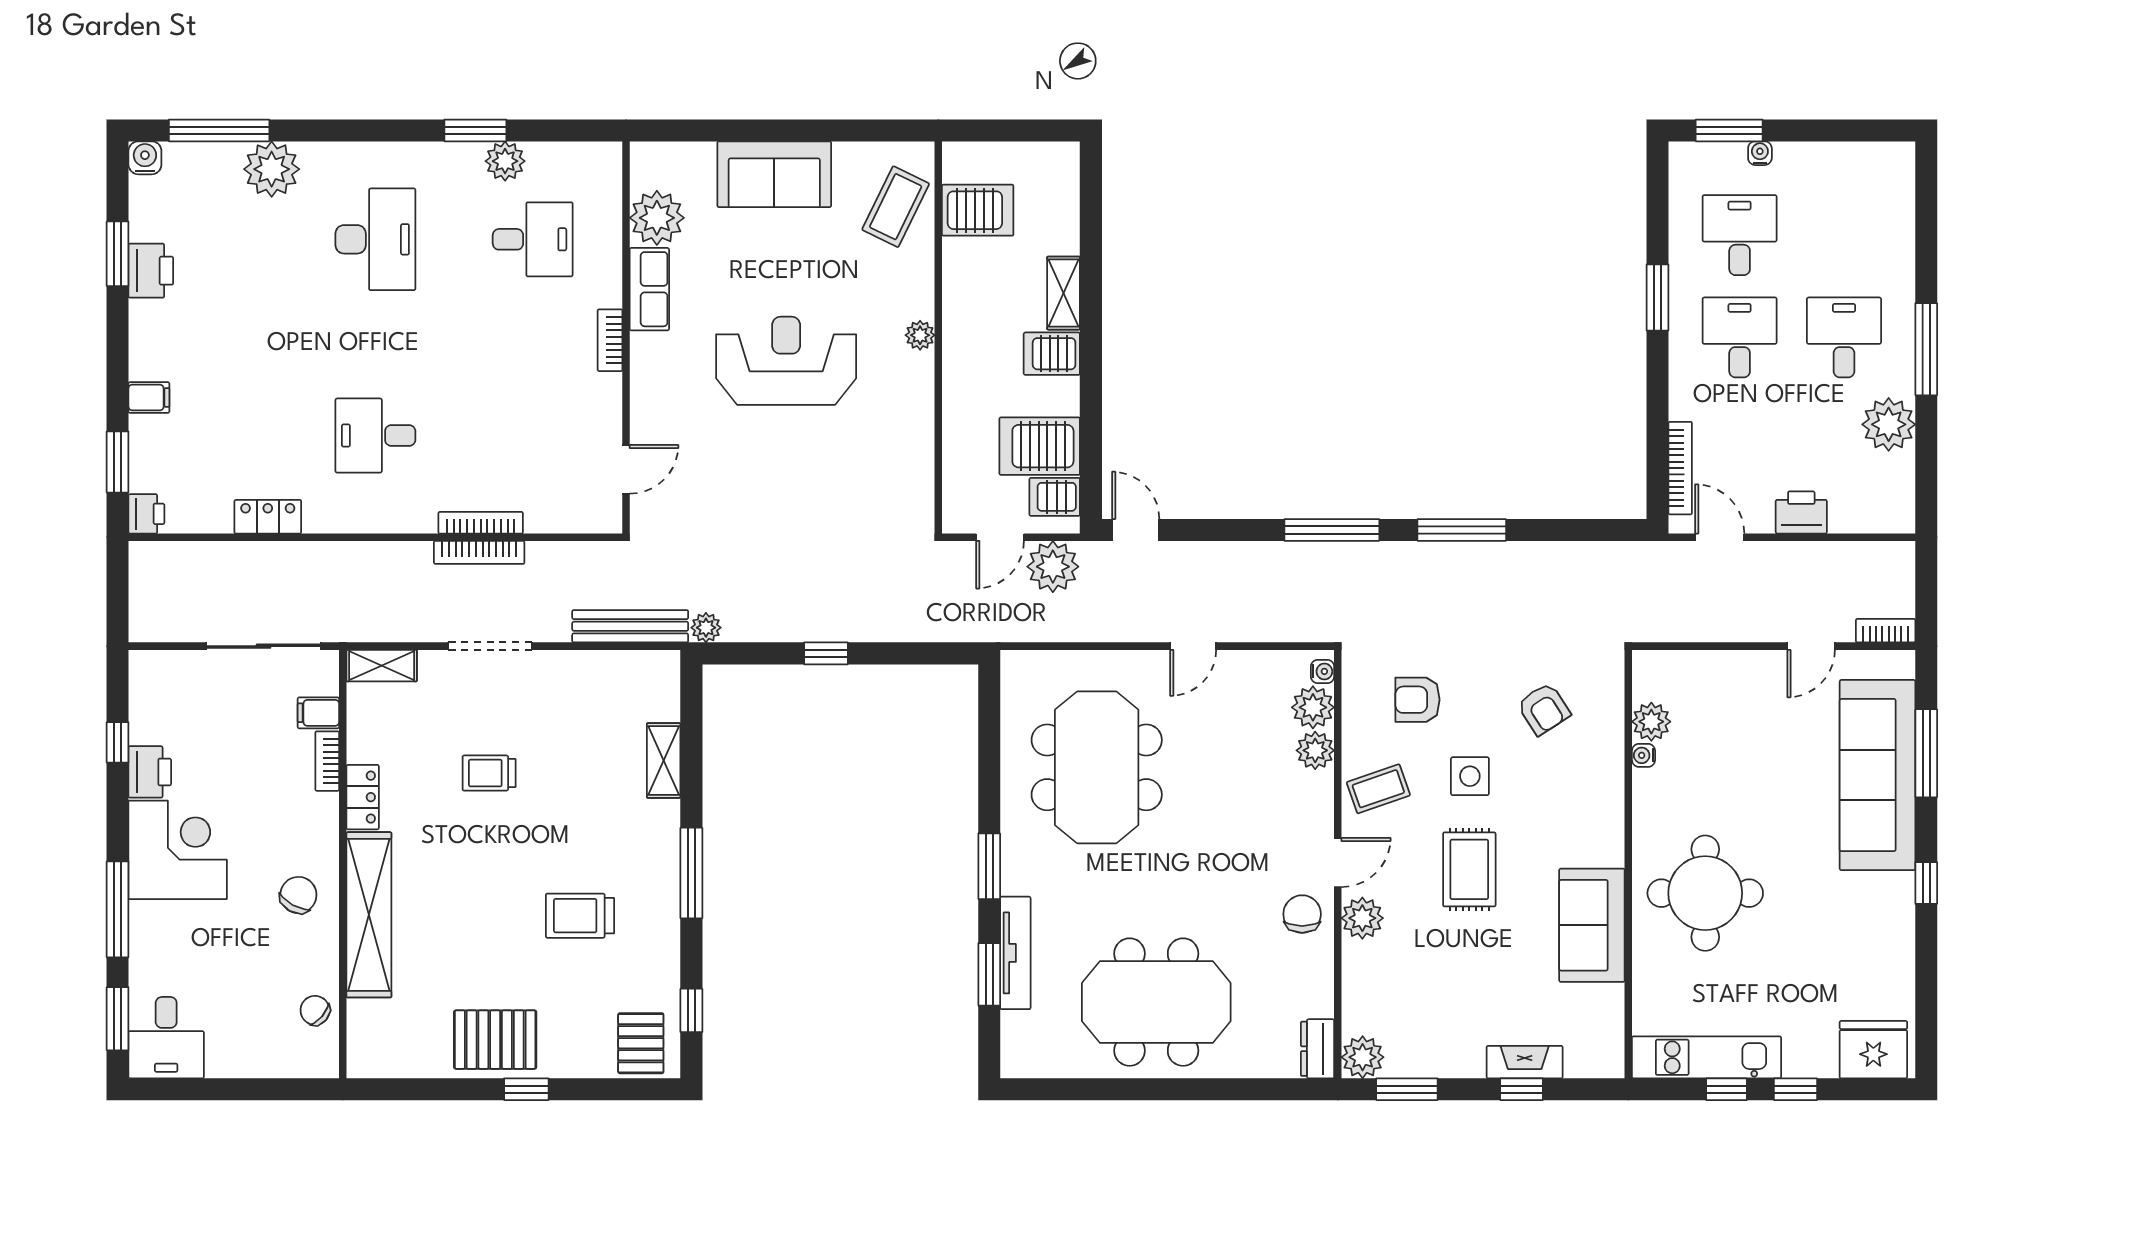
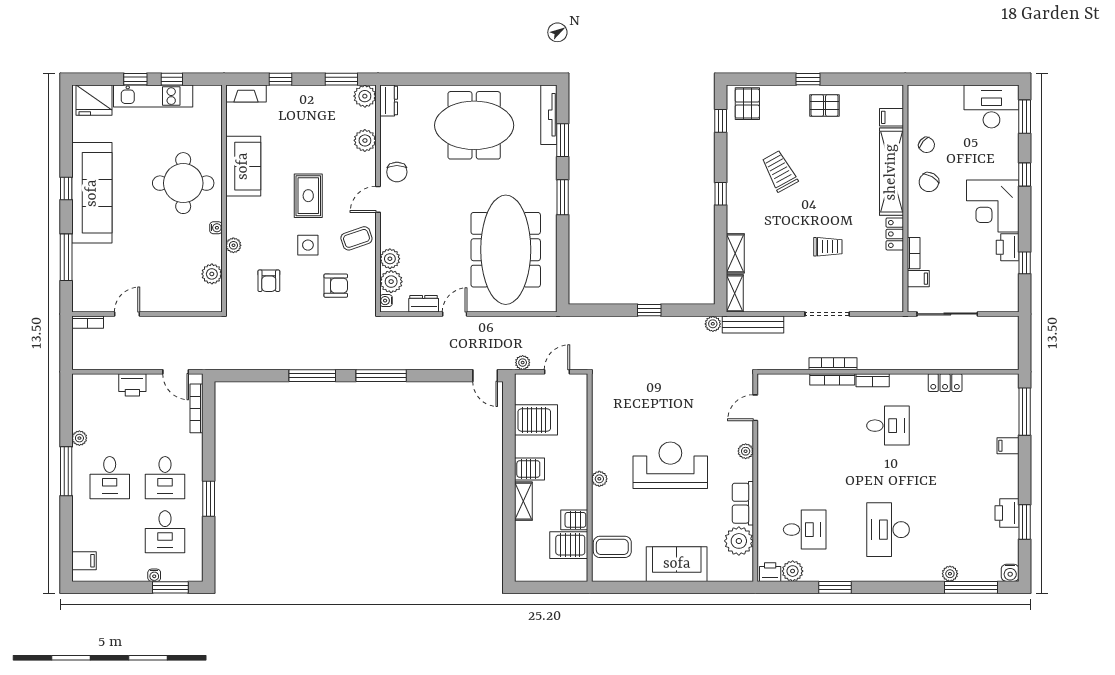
plant: (505, 161) -> (793, 571), moved
plant: (272, 169) -> (950, 574), width x0.53, depth x0.53
filing cabinet: (1892, 181) -> (84, 561), added
coffee table: (896, 207) -> (612, 547), turned 64
desk: (533, 239) -> (805, 530), turned 180
bookcase: (610, 340) -> (873, 380), moved, turned 90
reception desk: (786, 361) -> (670, 465), turned 180
plant: (644, 387) -> (746, 451), added
plant: (1889, 424) -> (79, 438), width x0.53, depth x0.53
window: (118, 462) -> (1025, 412), width x1.44
server rack: (1055, 497) -> (574, 520), moved, turned 180
printer: (146, 514) -> (770, 572), moved, turned 90
plant: (1053, 567) -> (523, 363), width x0.53, depth x0.53
dresser: (1252, 665) -> (424, 304), added
shelving: (382, 666) -> (735, 293), moved, turned 90
armchair: (1544, 709) -> (269, 281), turned -147
water cooler: (1643, 755) -> (216, 228), moved
meeting table: (1097, 767) -> (506, 250), width x1.36
sofa: (1877, 775) -> (92, 193), moved
plant: (1610, 776) -> (233, 245), added
window: (691, 873) -> (721, 194), width x0.46
window: (118, 909) -> (1025, 174), width x0.46
trolley: (580, 916) -> (780, 171), turned -119
plant: (1362, 918) -> (365, 140), moved
tv unit: (1015, 953) -> (549, 115), moved
chair: (315, 1010) -> (927, 145), moved
filing cabinet: (369, 1017) -> (892, 117), added
desk: (166, 1038) -> (991, 106), width x1.37
pallet: (495, 1040) -> (825, 105), width x0.67, depth x0.71
kitchen unit: (1707, 1057) -> (153, 96), moved
fireplace: (1525, 1062) -> (246, 94), moved

